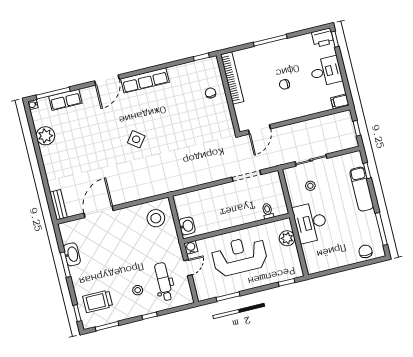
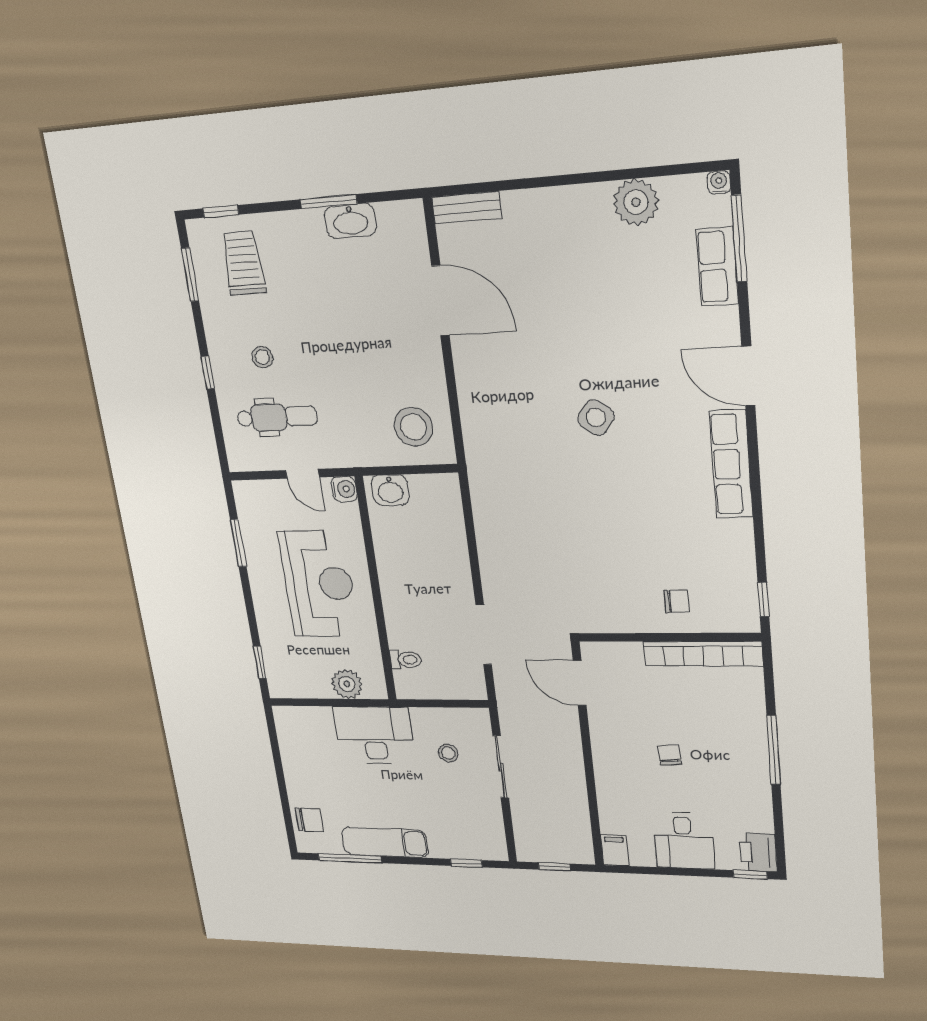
exam couch: (362, 189) -> (385, 842), moved

